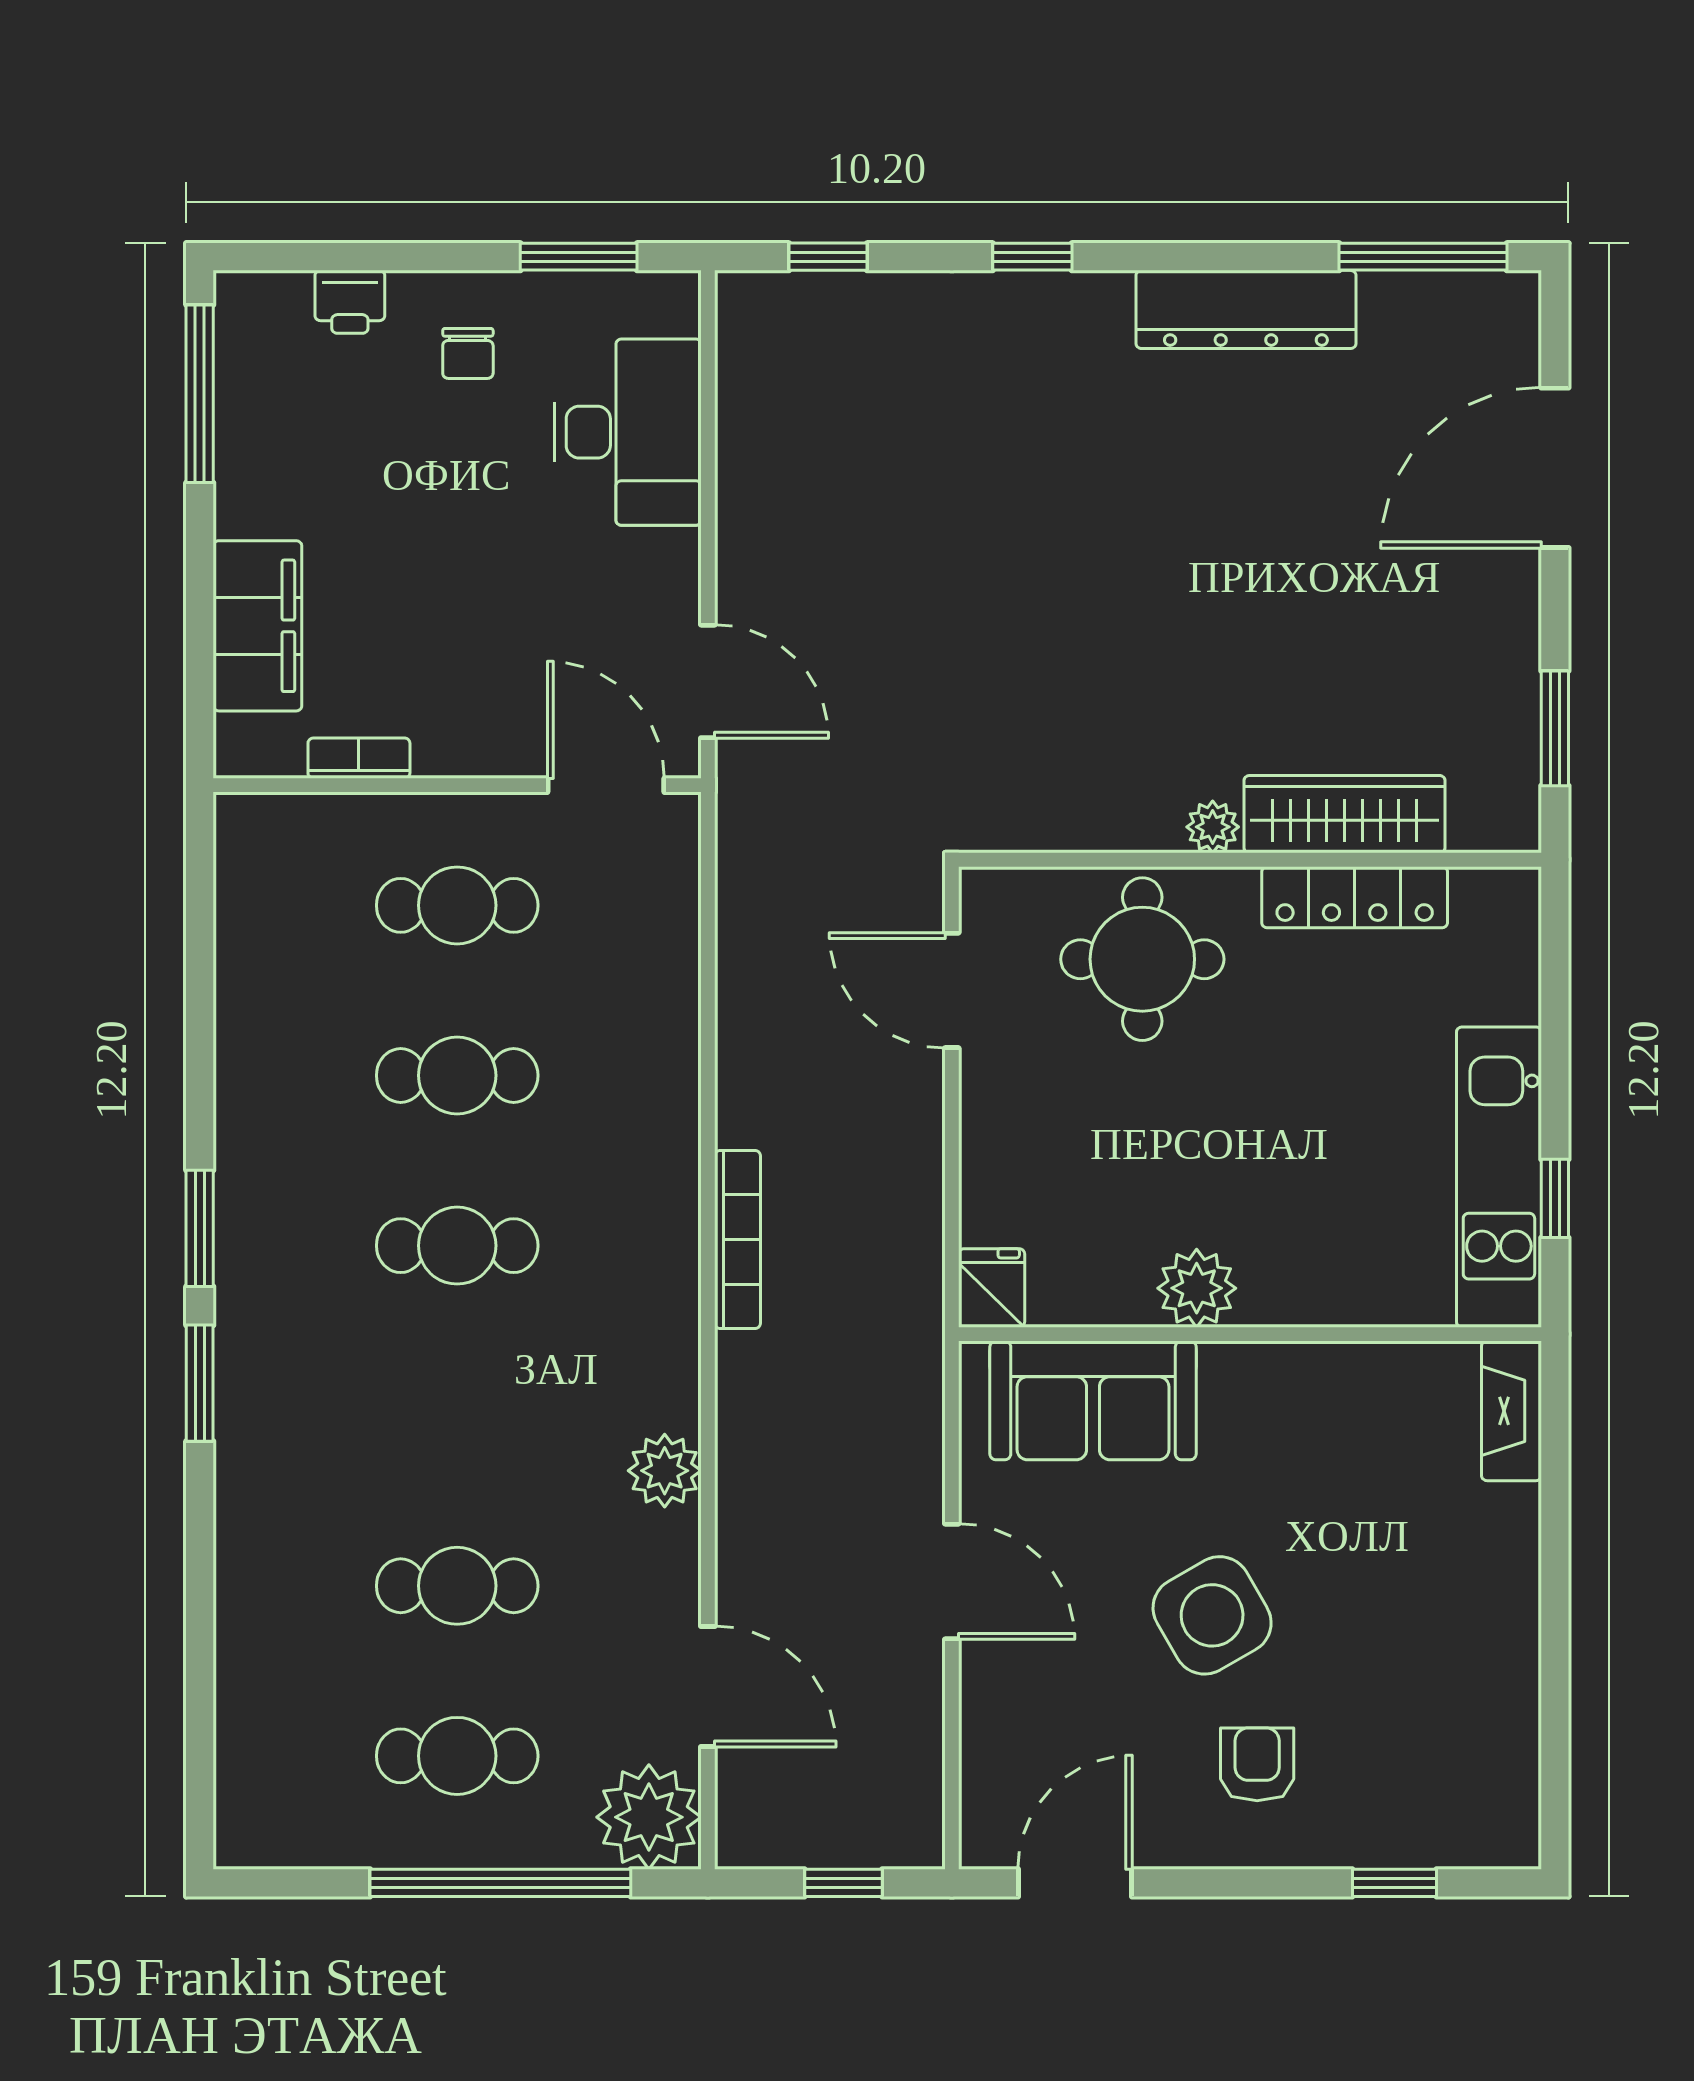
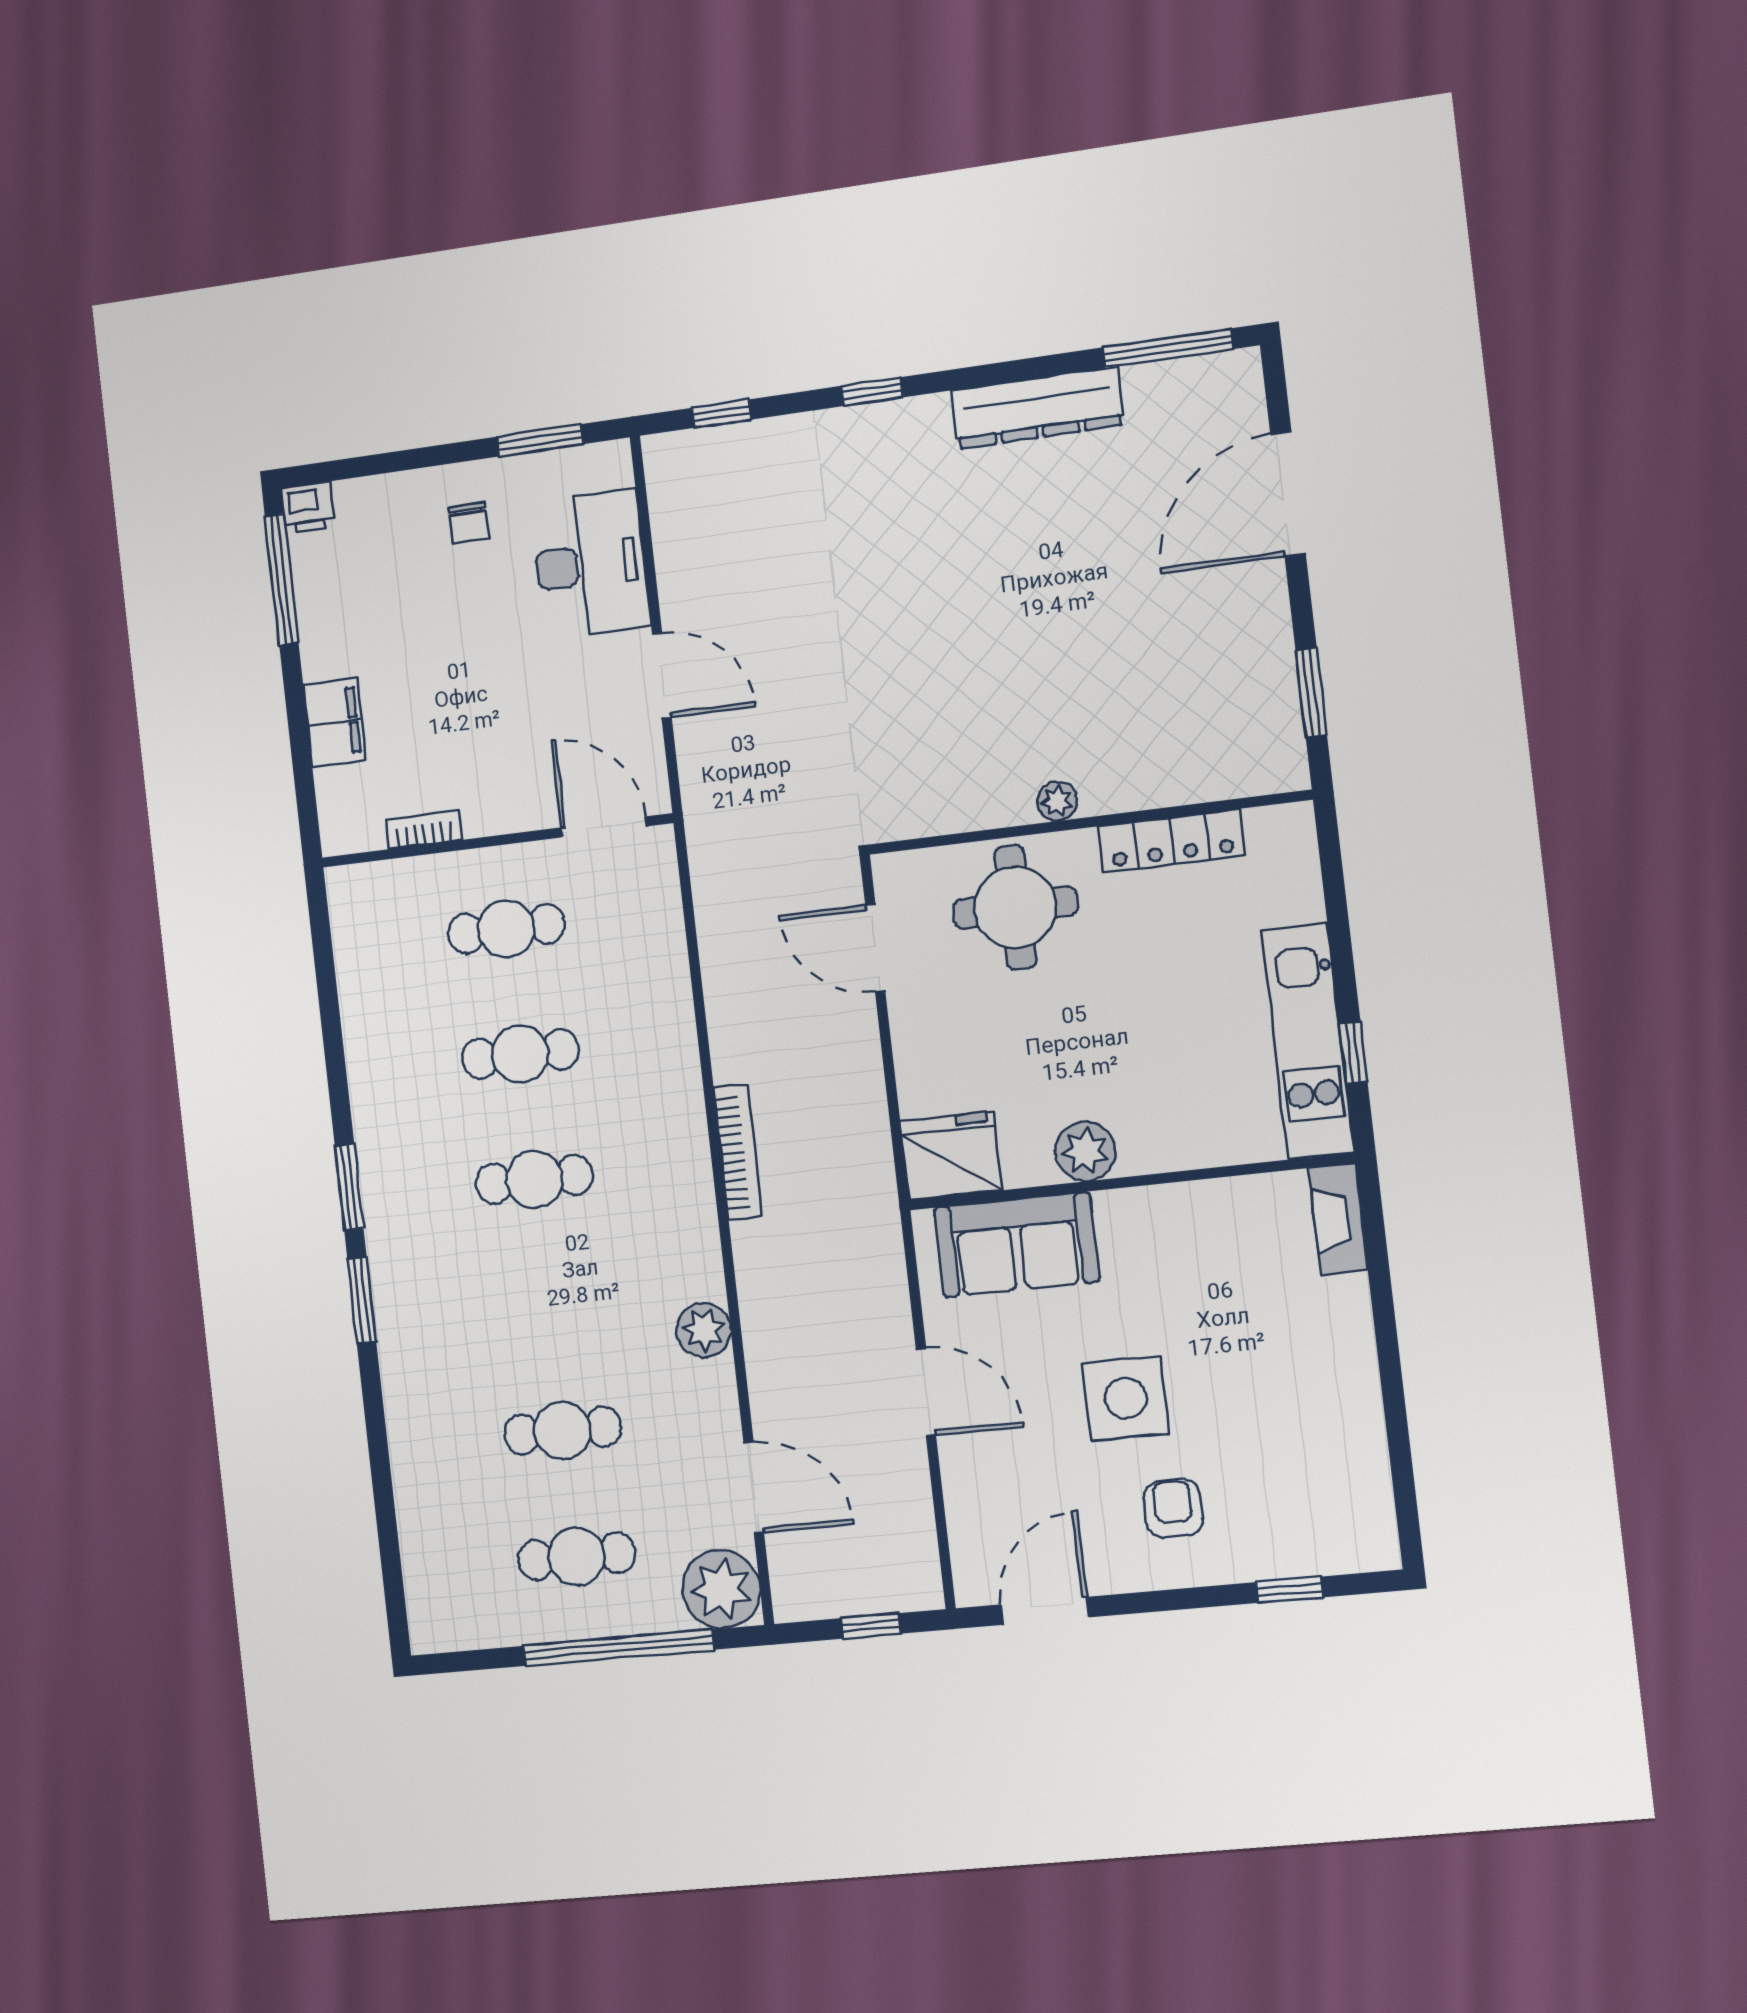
printer: (350, 302) -> (308, 508), moved
filing cabinet: (257, 626) -> (334, 722), width x0.67, depth x0.86
door: (708, 681) -> (662, 676), moved
wardrobe: (1345, 814) -> (1157, 779), removed
fridge: (992, 1288) -> (951, 1156), width x1.88, depth x1.34
side table: (1212, 1615) -> (1126, 1398), turned 30

